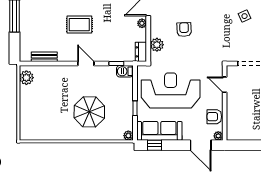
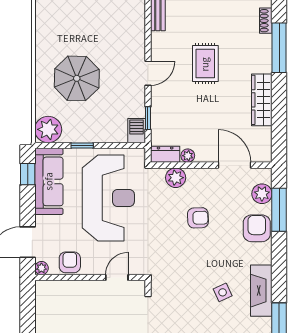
side table: (245, 16) -> (223, 292), moved
plant: (142, 23) -> (188, 156), moved
plant: (128, 136) -> (48, 129), width x1.87, depth x1.87

